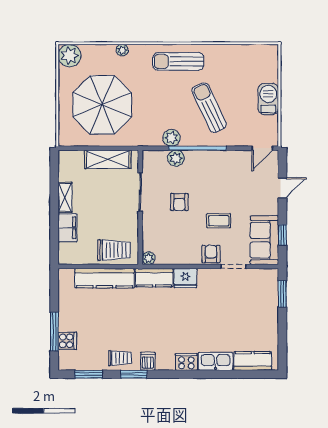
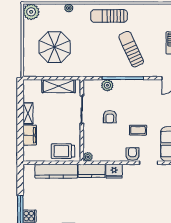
parasol: (102, 105) -> (55, 47), width x0.73, depth x0.73
plant: (172, 138) -> (104, 71), removed
trolley: (114, 250) -> (63, 151), turned 180

